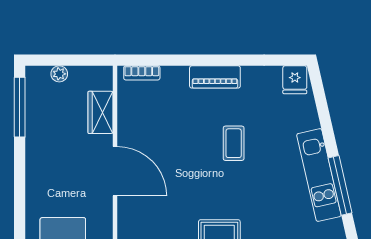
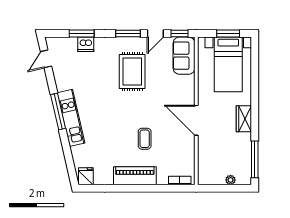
piano: (215, 77) -> (135, 176), width x1.37, depth x1.33
wardrobe: (100, 112) -> (244, 119), moved, turned 180
coffee table: (234, 143) -> (145, 139), moved

